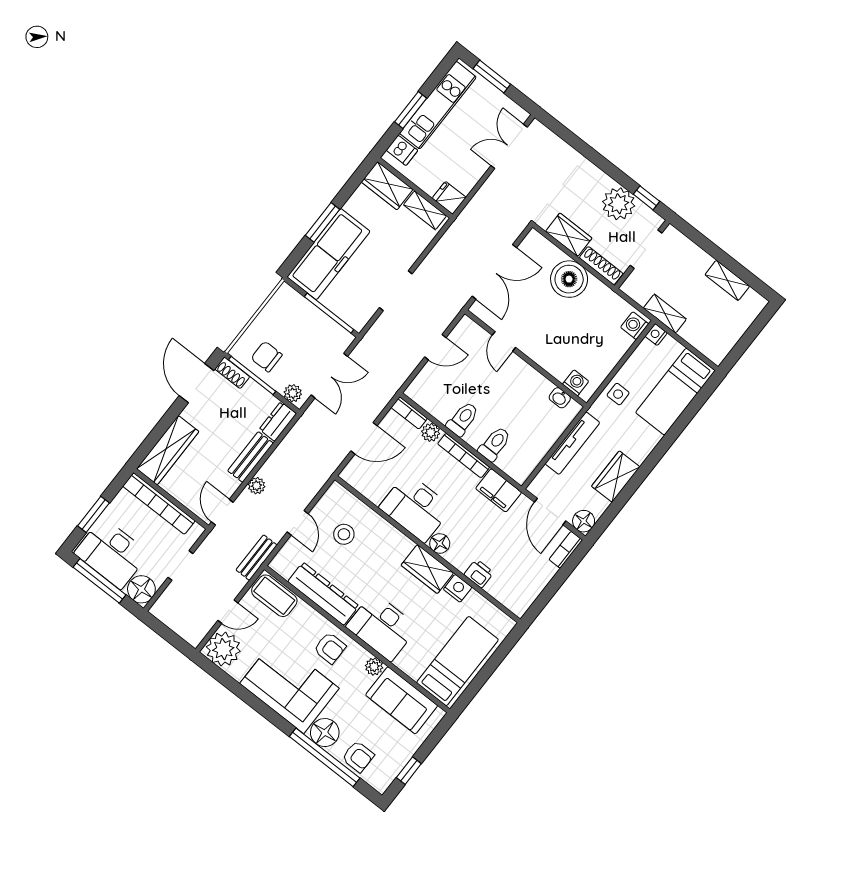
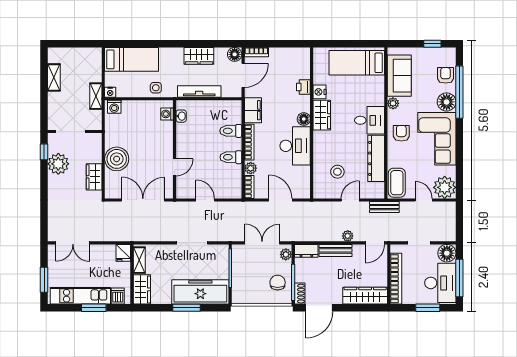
shoe rack: (601, 266) -> (97, 148), removed
chair: (267, 357) -> (278, 283), turned 180
desk: (382, 627) -> (370, 120), width x0.73

